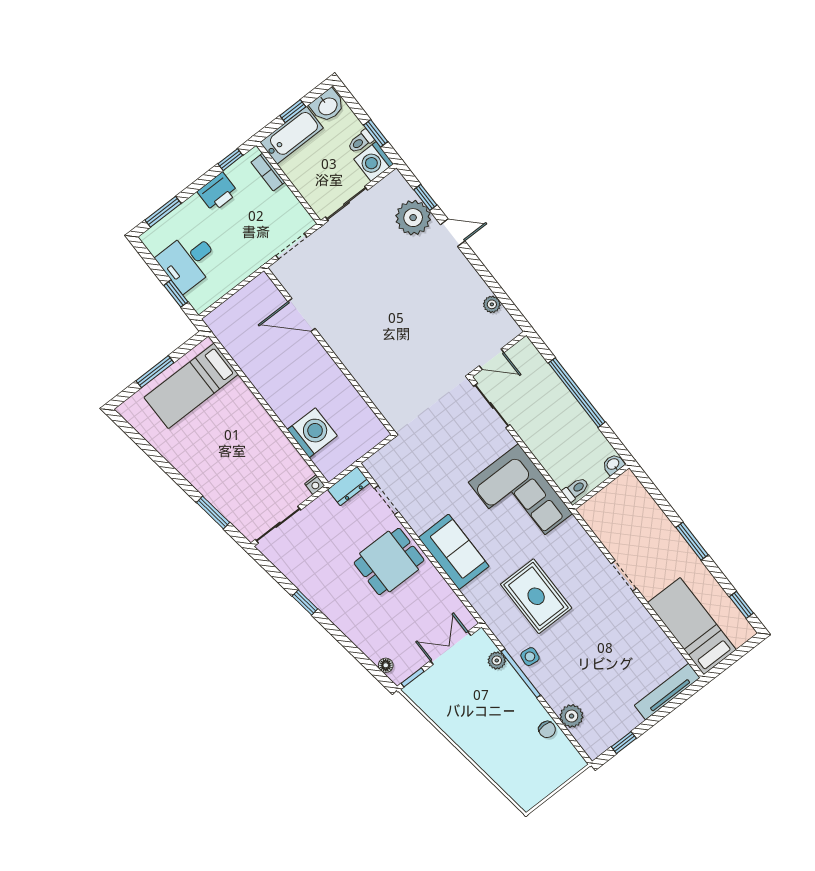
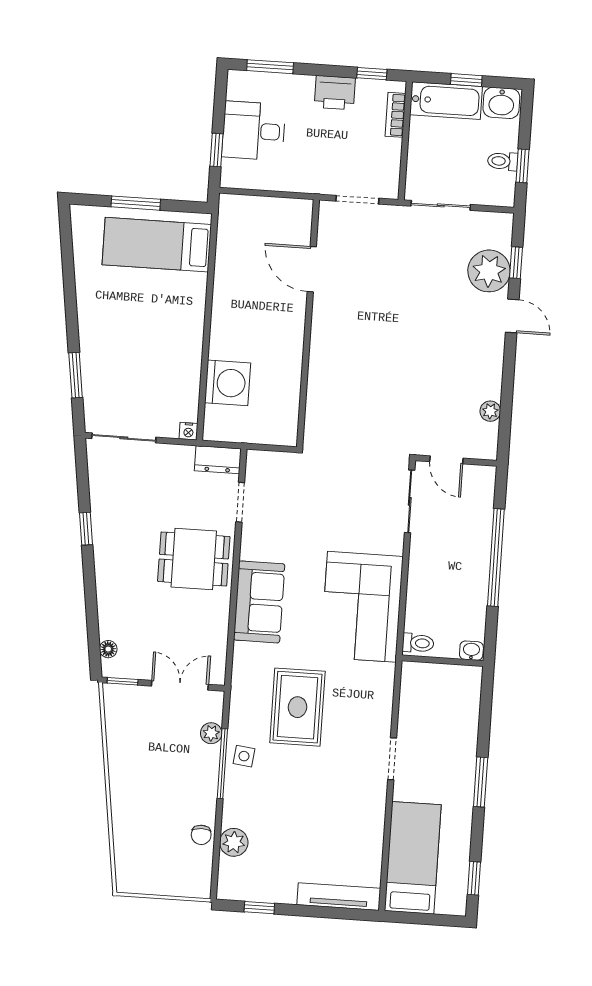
washing machine: (374, 161) -> (498, 189), removed

